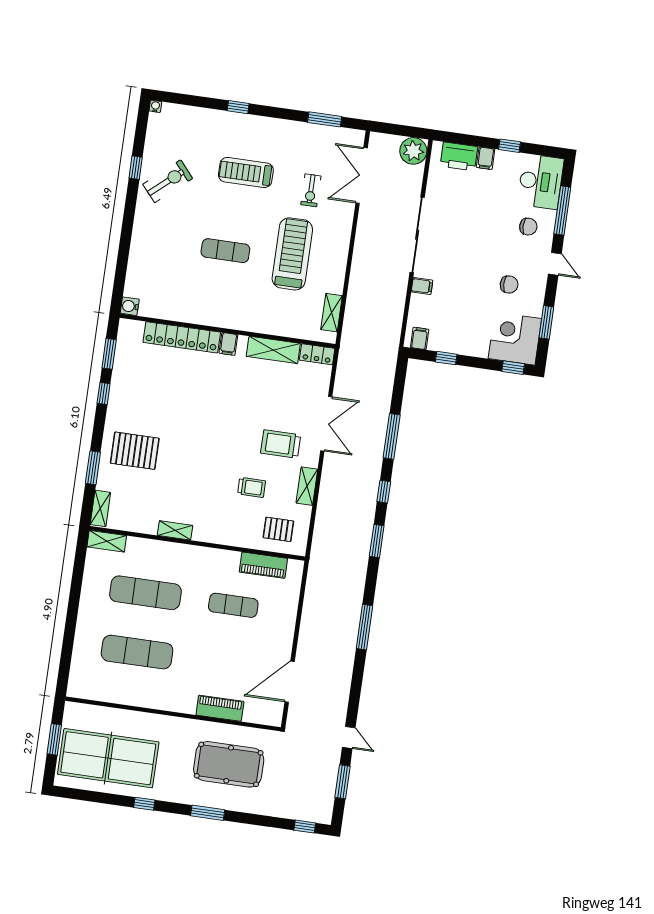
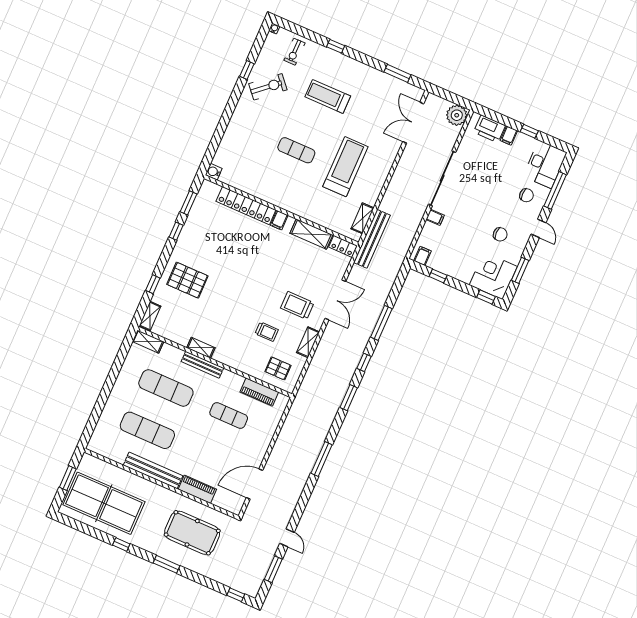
exercise bike: (311, 190) -> (295, 52), moved
bench: (351, 335) -> (372, 239), added
window: (93, 468) -> (153, 284), width x0.67
bench: (183, 551) -> (202, 365), added
bench: (158, 700) -> (153, 470), added

